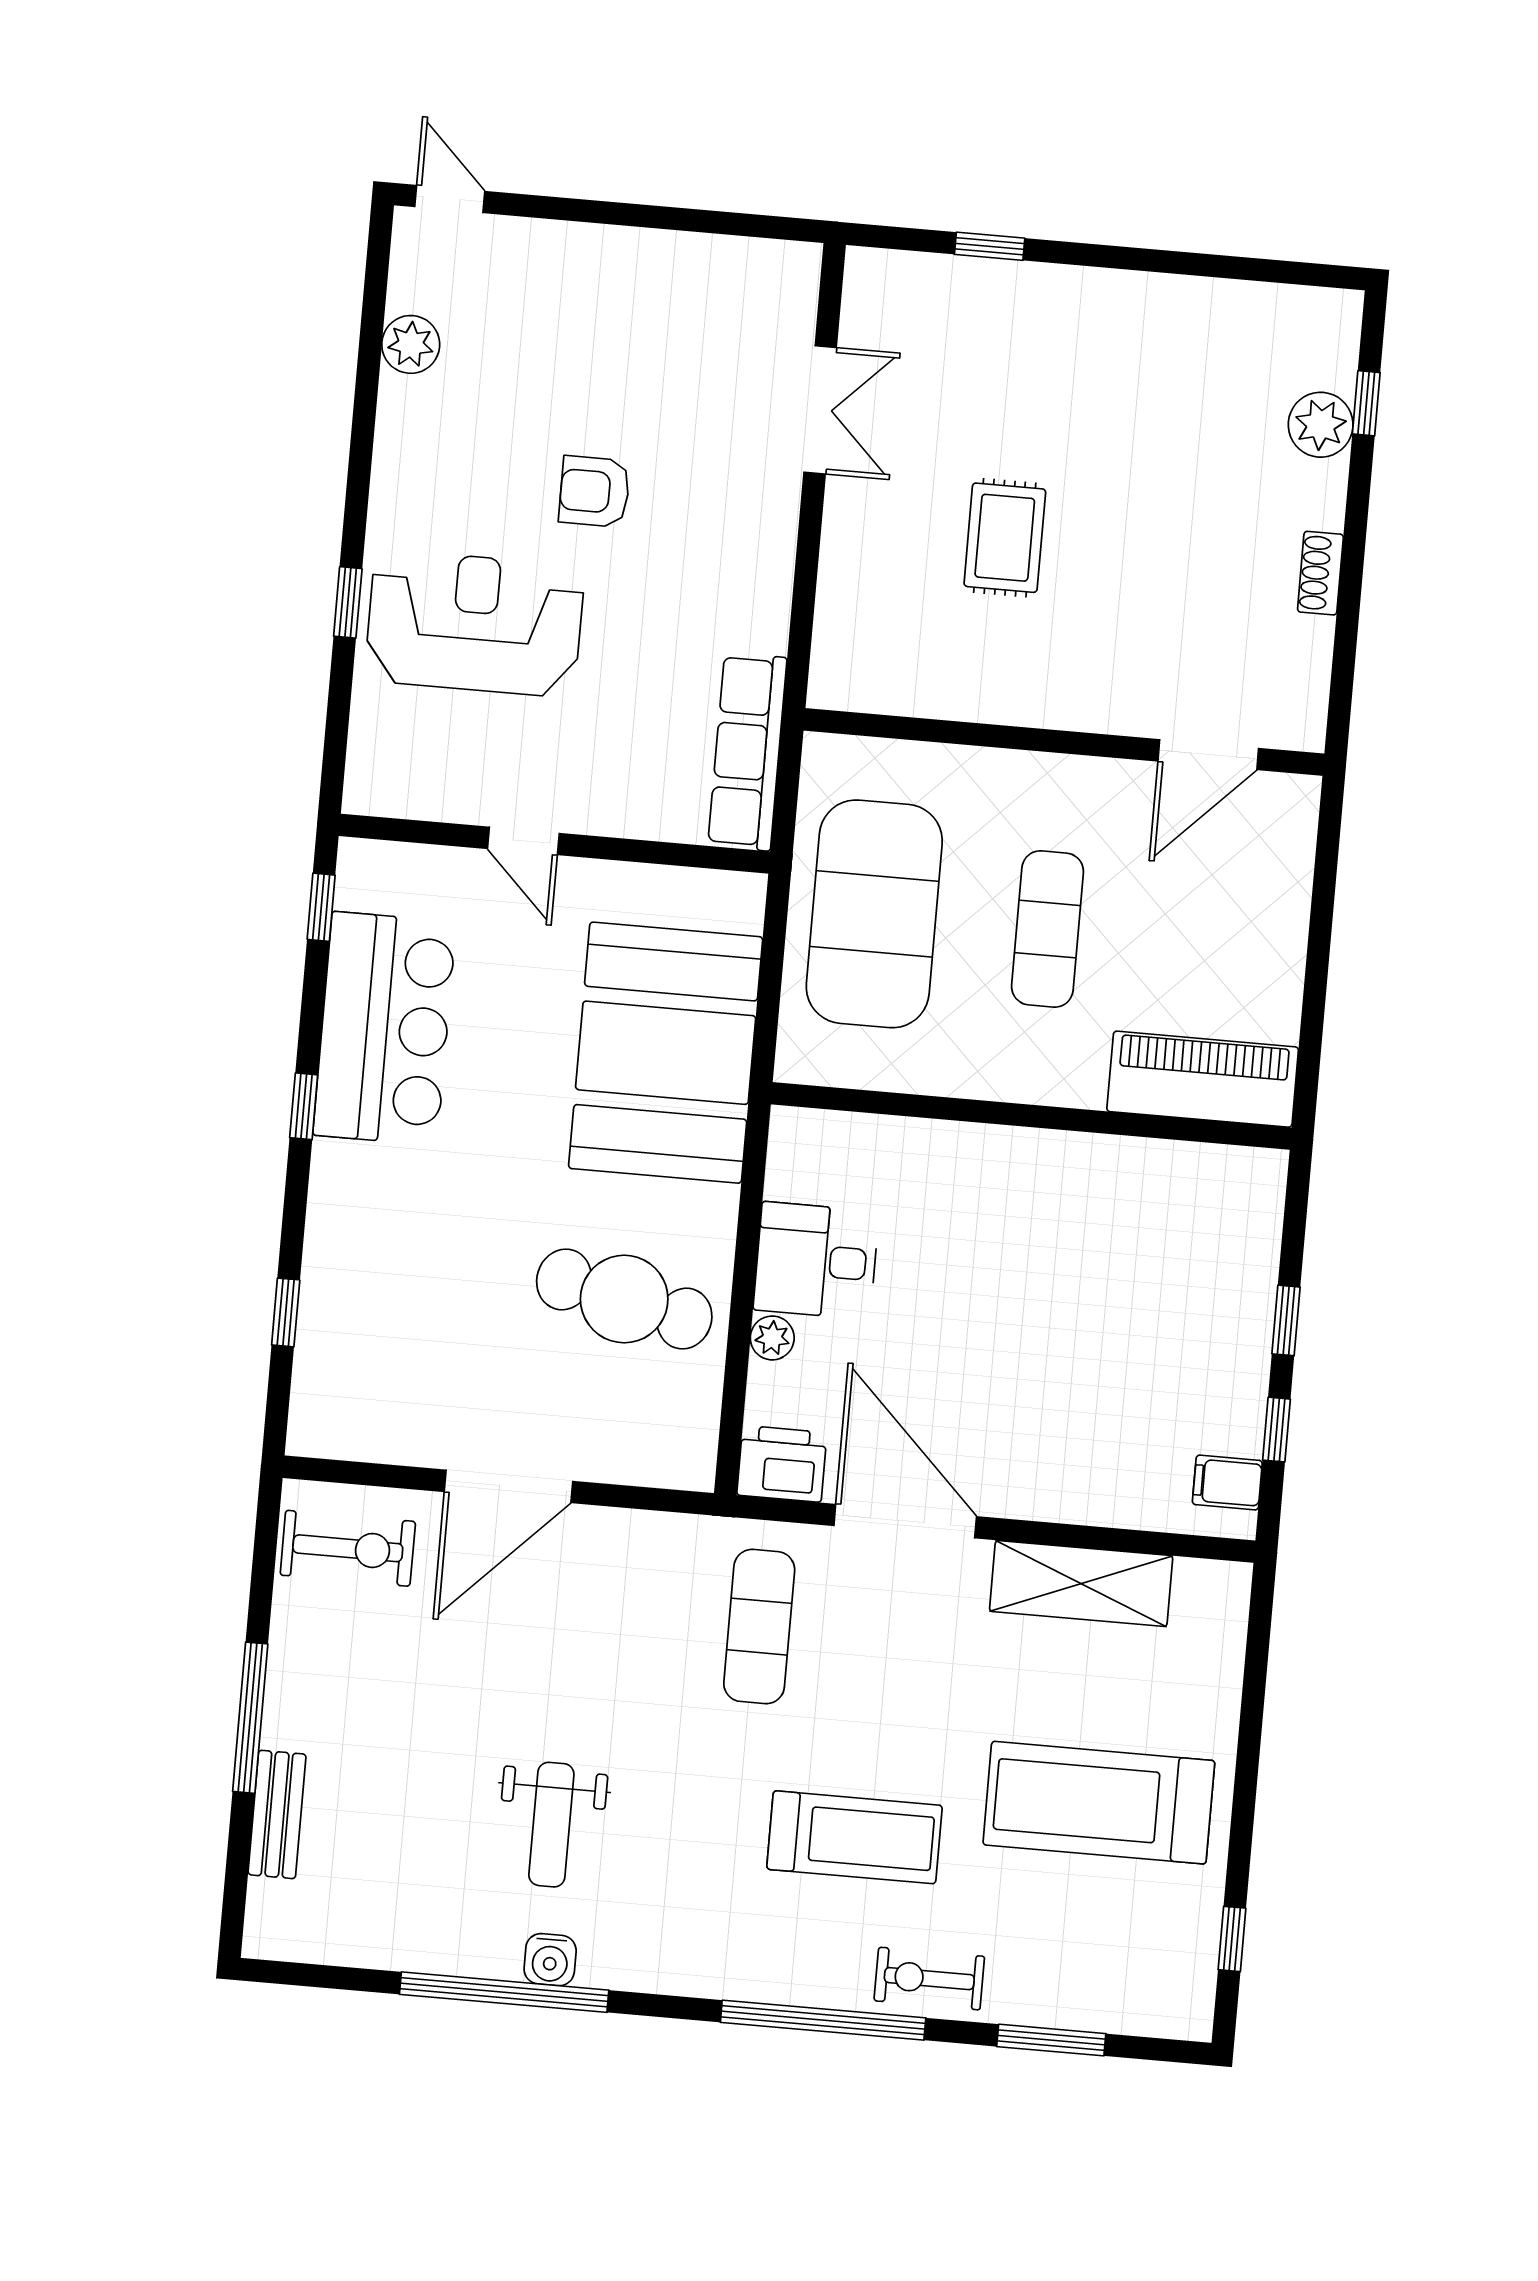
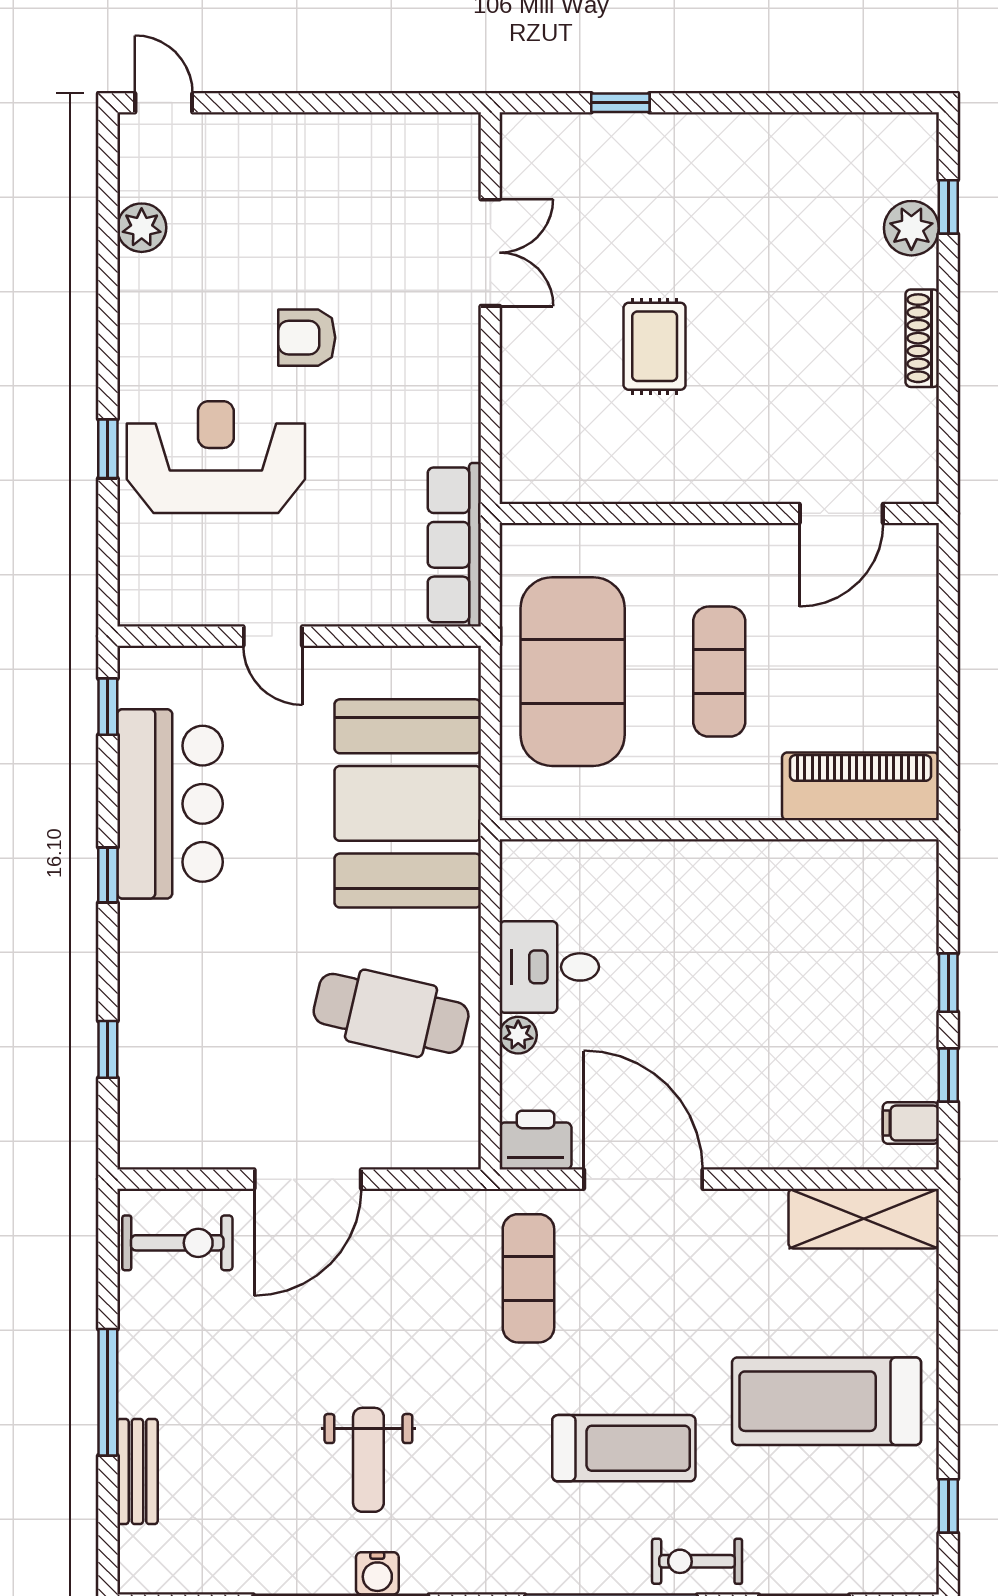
shoe rack: (1320, 573) -> (922, 338), width x1.43
shelving: (1081, 1584) -> (864, 1219), moved

